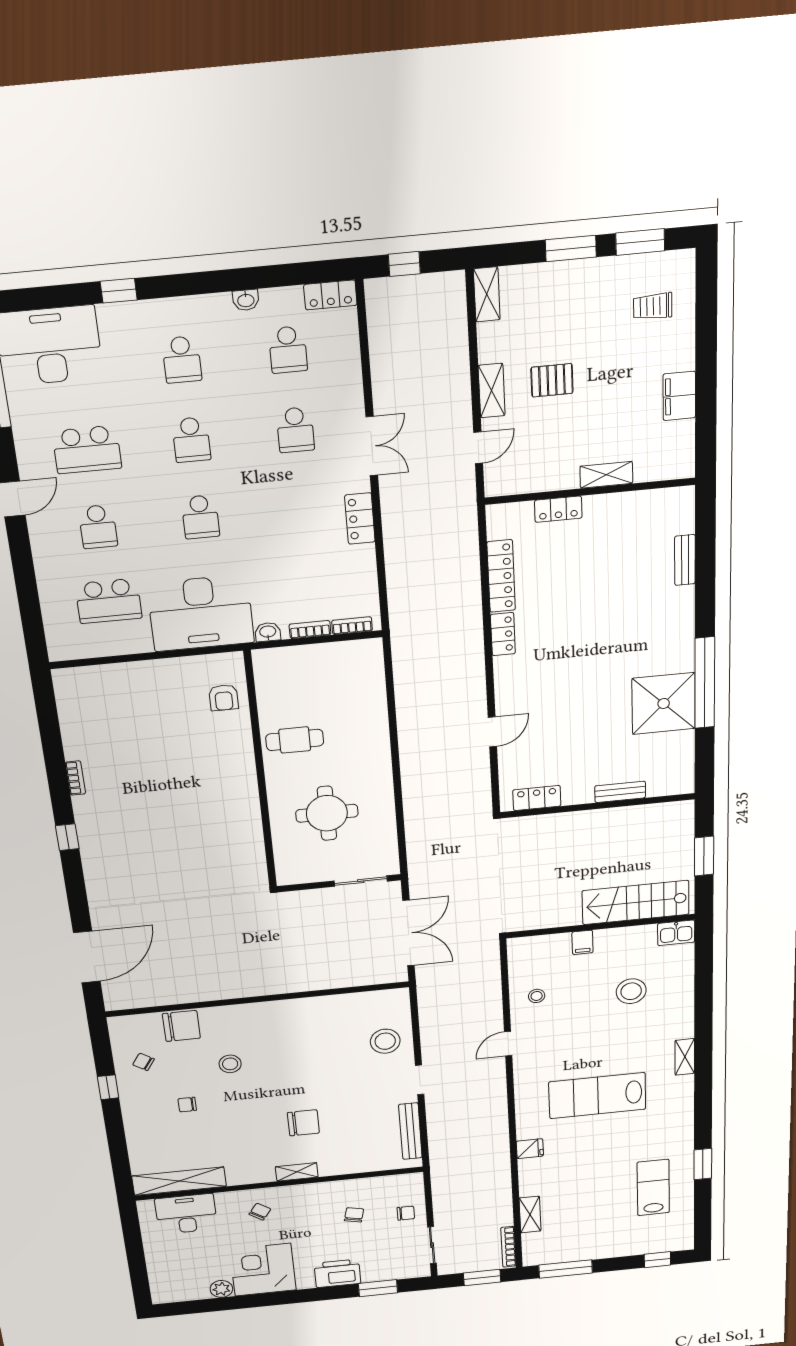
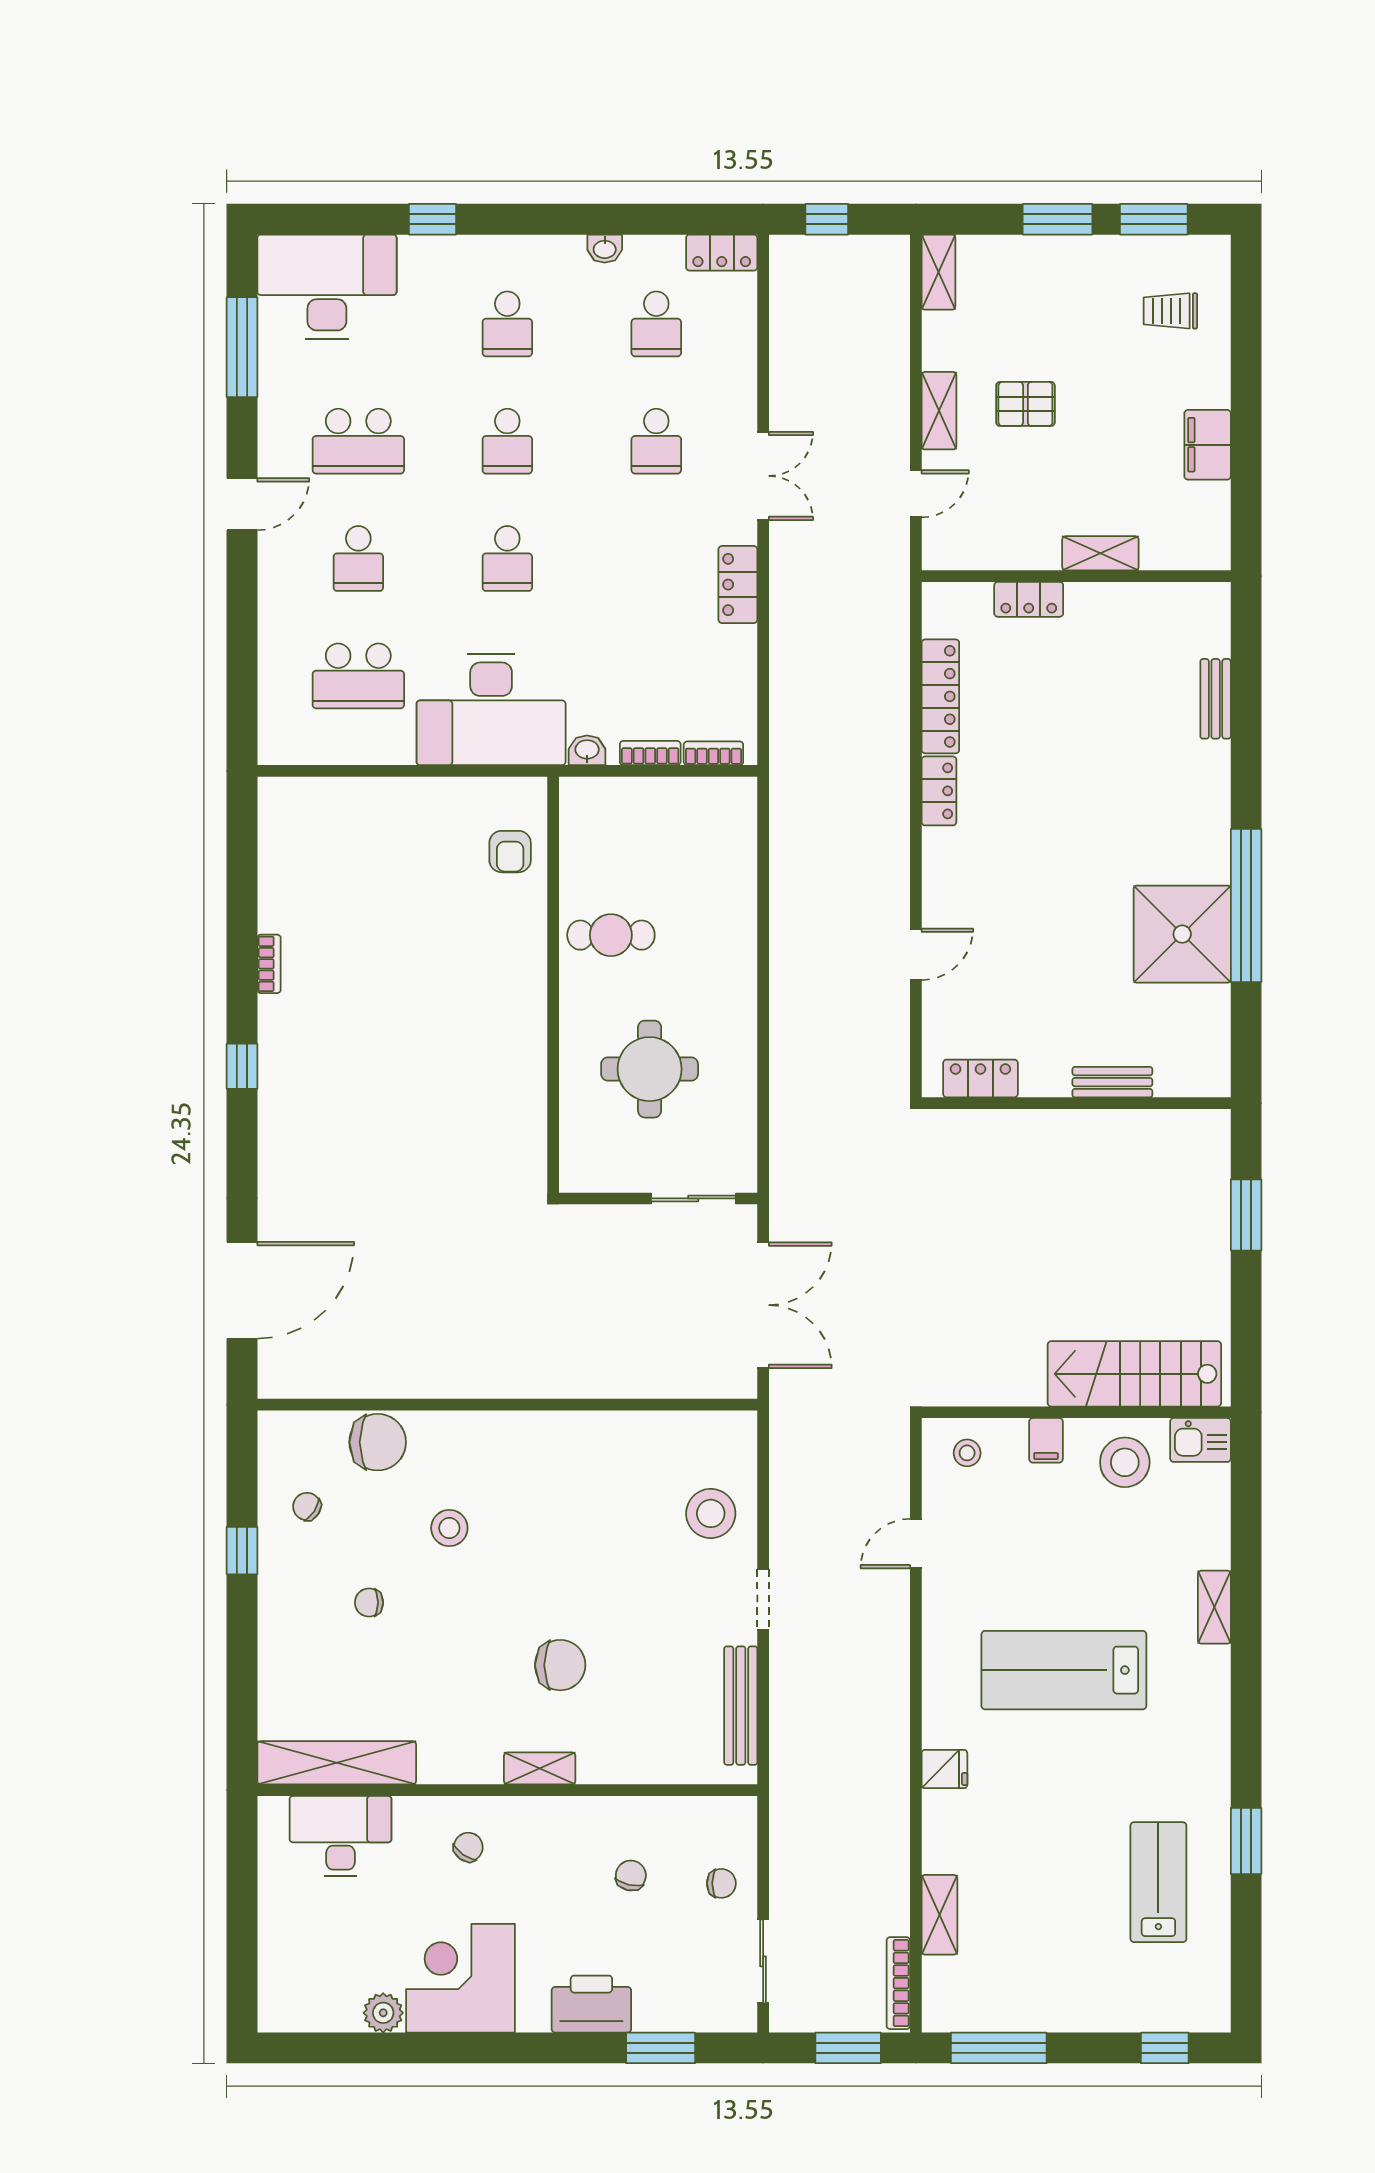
stairs: (636, 902) -> (1134, 1374), moved
wall: (600, 926) -> (1076, 1412), moved
kitchen sink: (676, 933) -> (1200, 1440), moved
filing cabinet: (582, 942) -> (1046, 1440), moved

